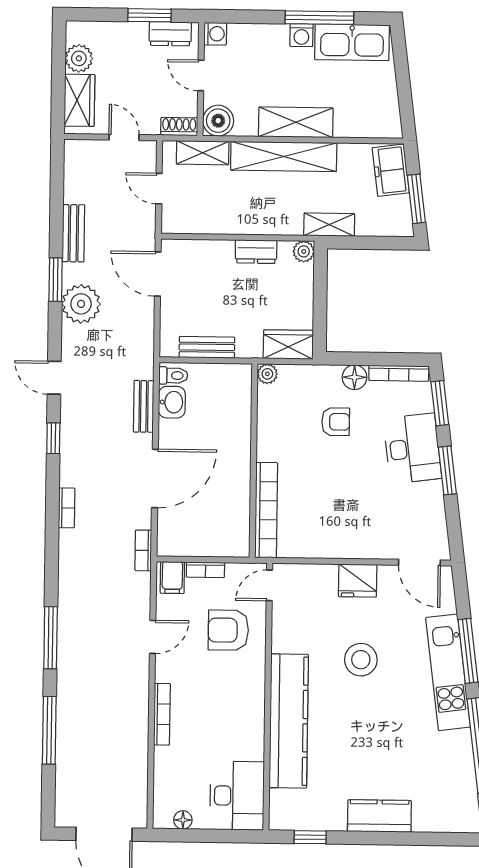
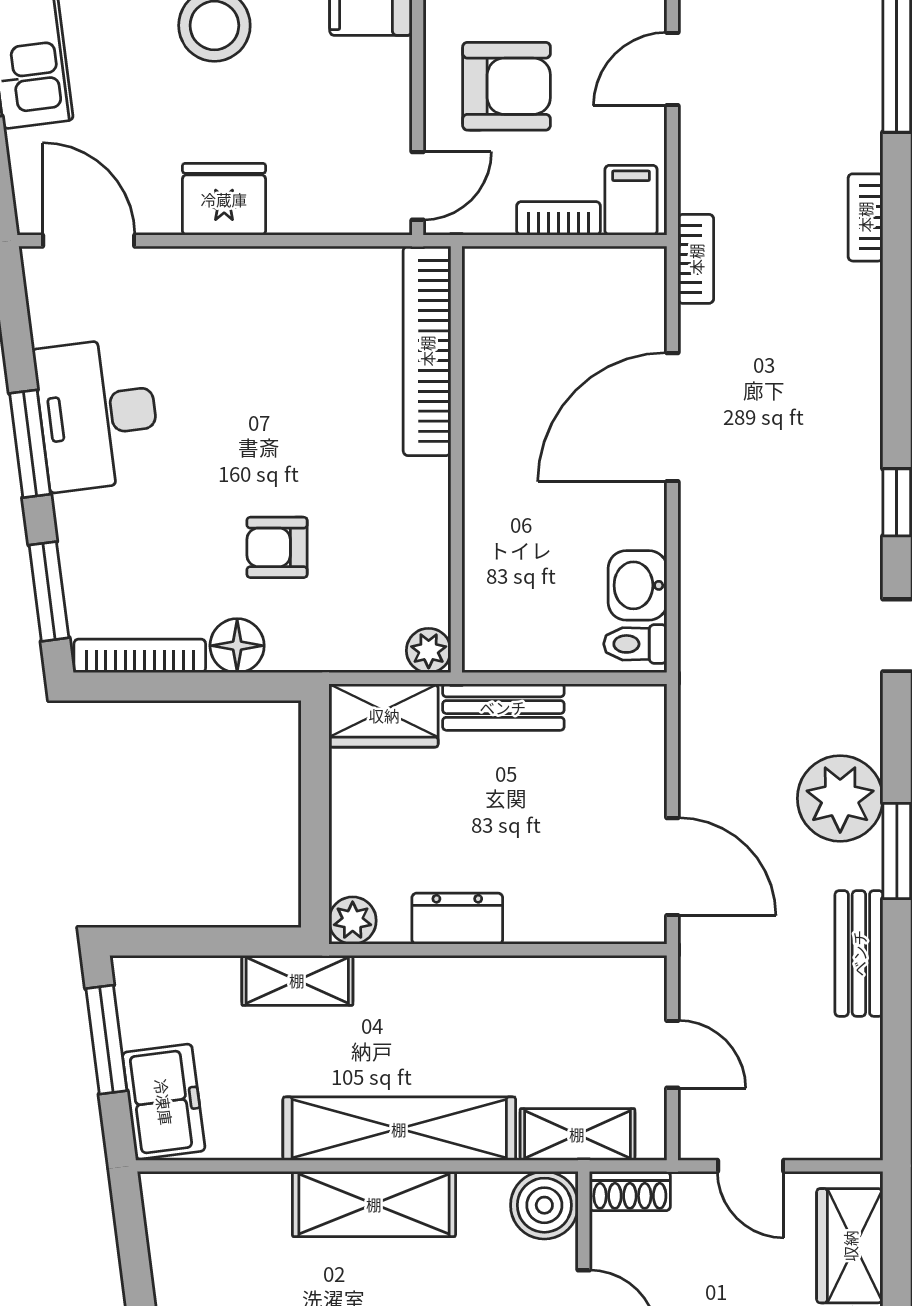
bench: (207, 347) -> (503, 707), moved
bench: (144, 406) -> (700, 575), removed
desk: (412, 448) -> (98, 414), moved
bookcase: (67, 508) -> (865, 217), moved

